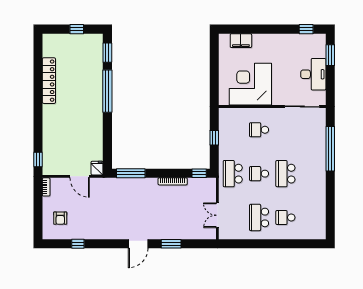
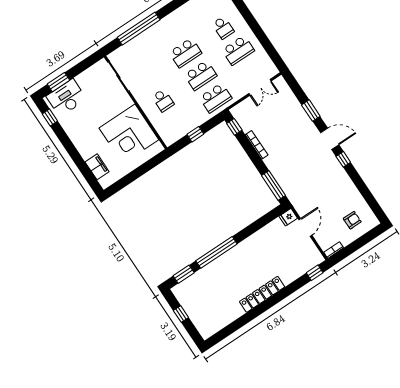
desk: (313, 74) -> (66, 98), moved
locker: (49, 81) -> (262, 294), moved
school desk: (259, 174) -> (201, 75), width x1.85
window: (78, 244) -> (343, 159), moved

